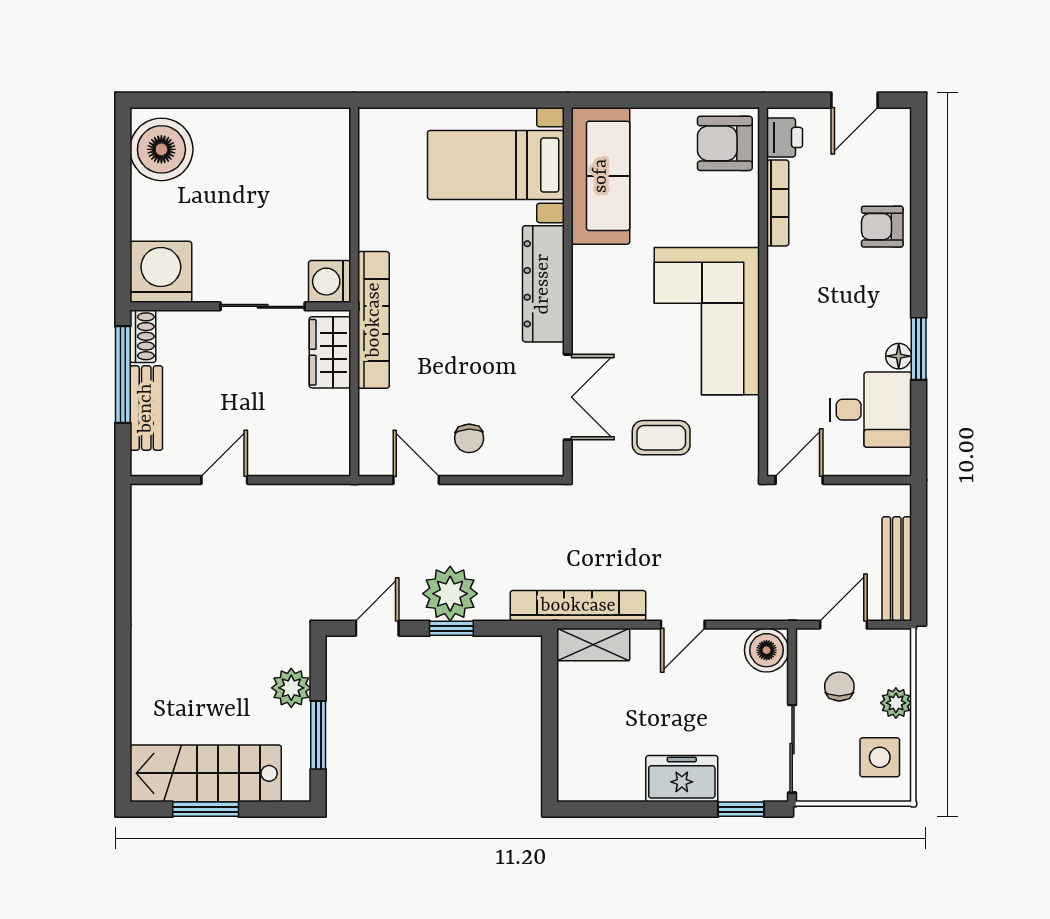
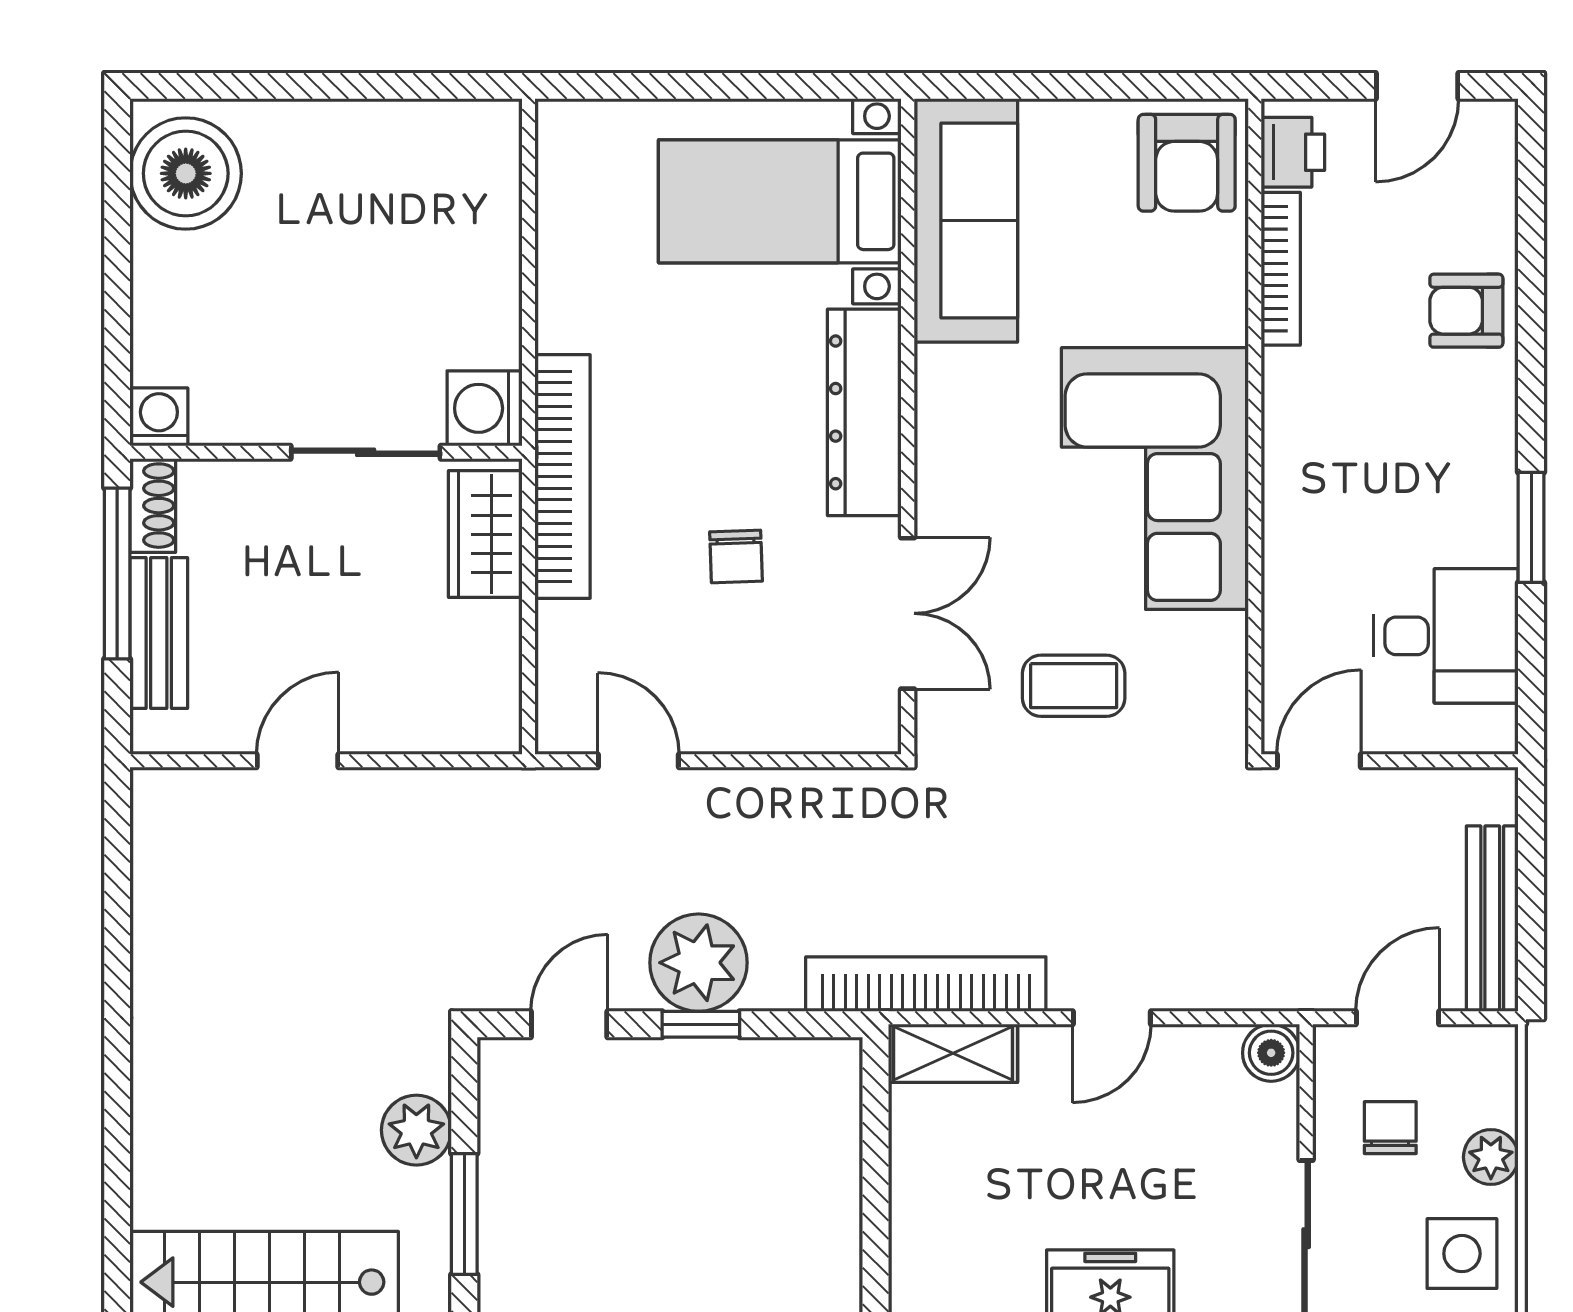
armchair: (725, 143) -> (1187, 163), turned -90
washing machine: (161, 272) -> (159, 417), width x0.53, depth x0.53
floor lamp: (899, 356) -> (1495, 541), removed
chair: (469, 438) -> (736, 556), moved
boiler: (767, 650) -> (1271, 1053), width x0.73, depth x0.73

